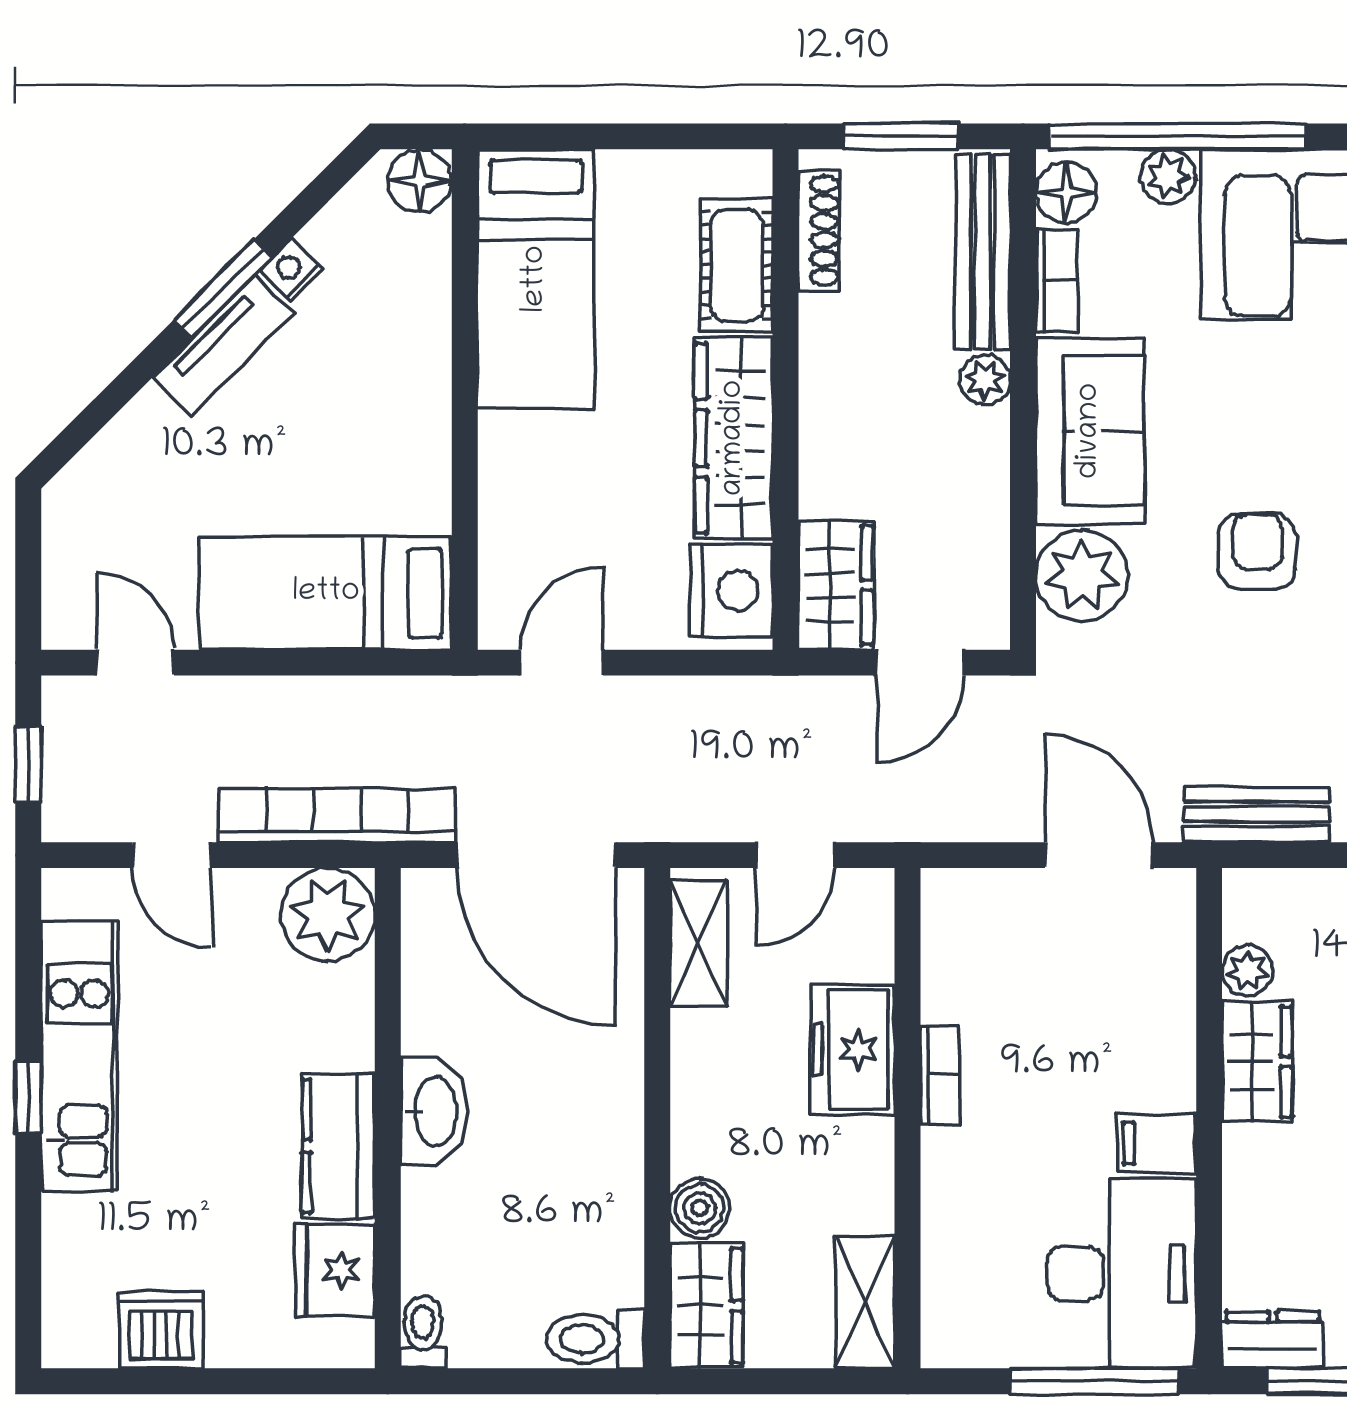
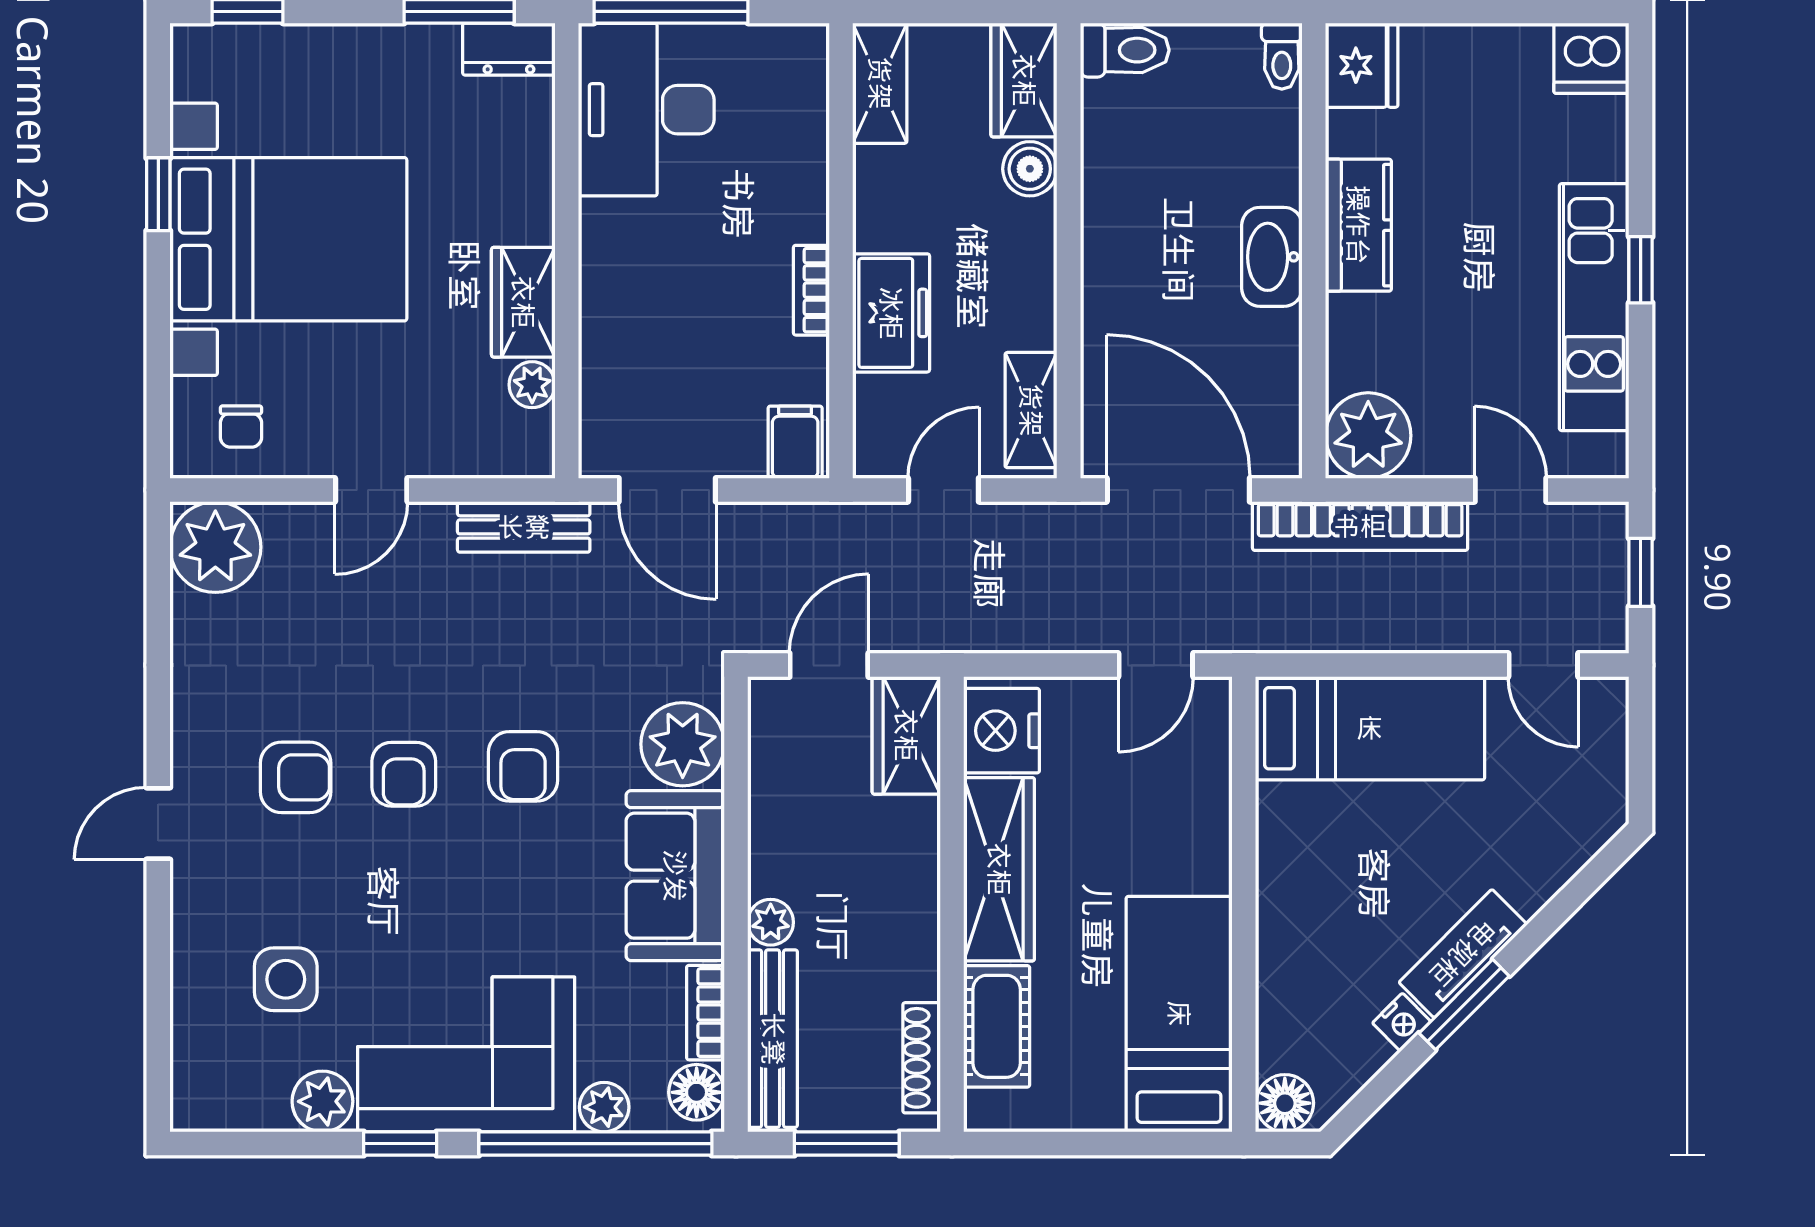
filing cabinet: (1157, 1144) -> (795, 442), moved, turned -90
fridge: (335, 1270) -> (1362, 65), moved
dishwasher: (161, 1330) -> (1591, 58), moved

